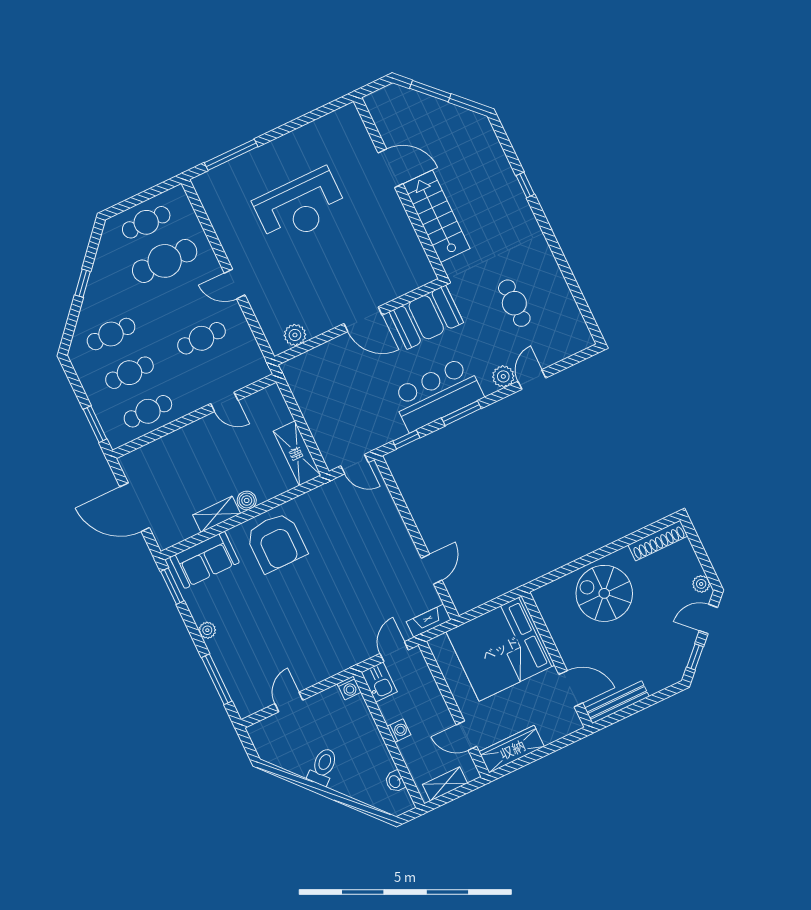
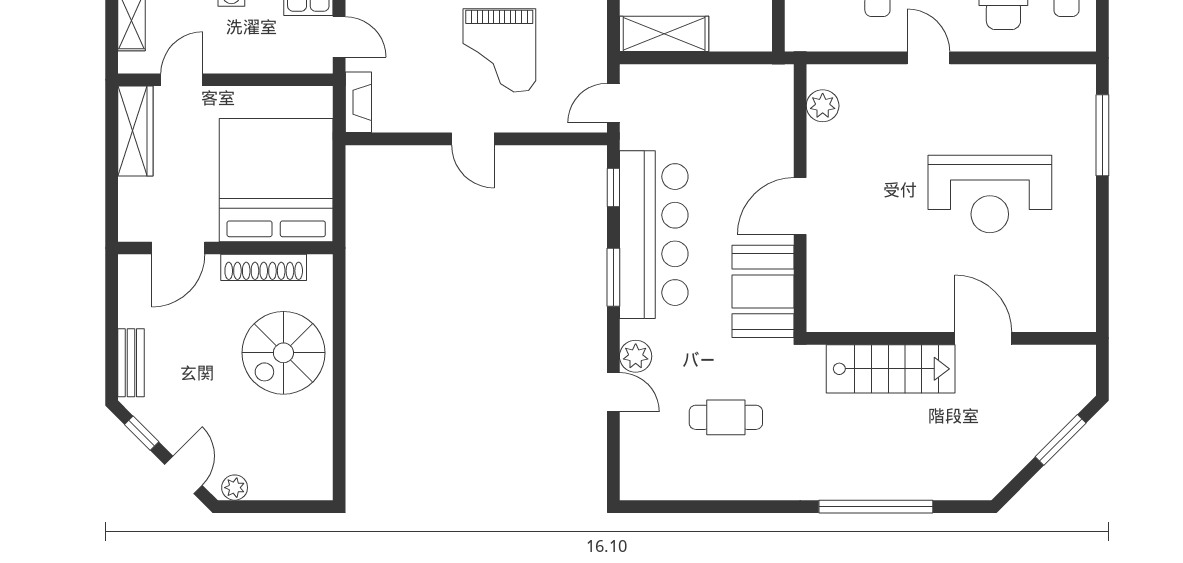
door: (391, 168) -> (983, 338), swing flipped
window: (525, 185) -> (876, 507), width x3.17
reception desk: (300, 207) -> (990, 194), turned -90
door: (235, 284) -> (929, 58), hinge flipped
bar counter: (437, 394) -> (654, 235), width x1.36
shoe rack: (658, 541) -> (264, 267), moved, turned -90
grand piano: (356, 550) -> (499, 50), added
door: (432, 569) -> (473, 139), moved
spiral stairs: (604, 593) -> (283, 353), turned 180
bench: (617, 702) -> (131, 363), moved, width x0.73

